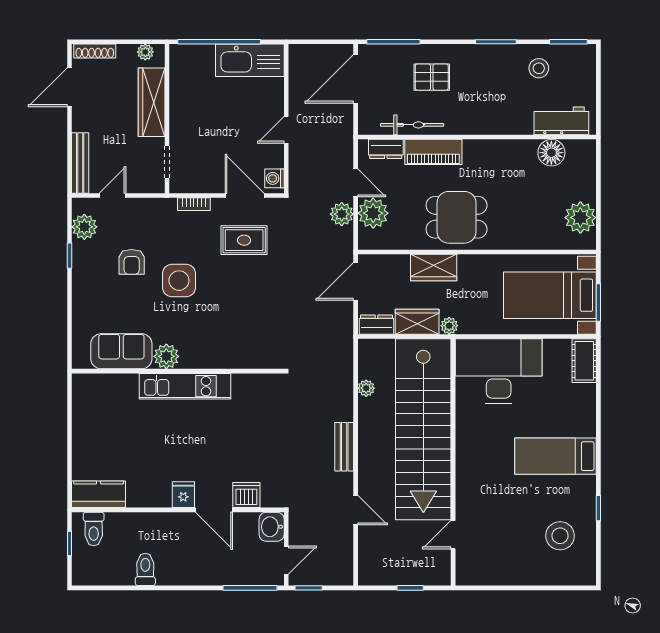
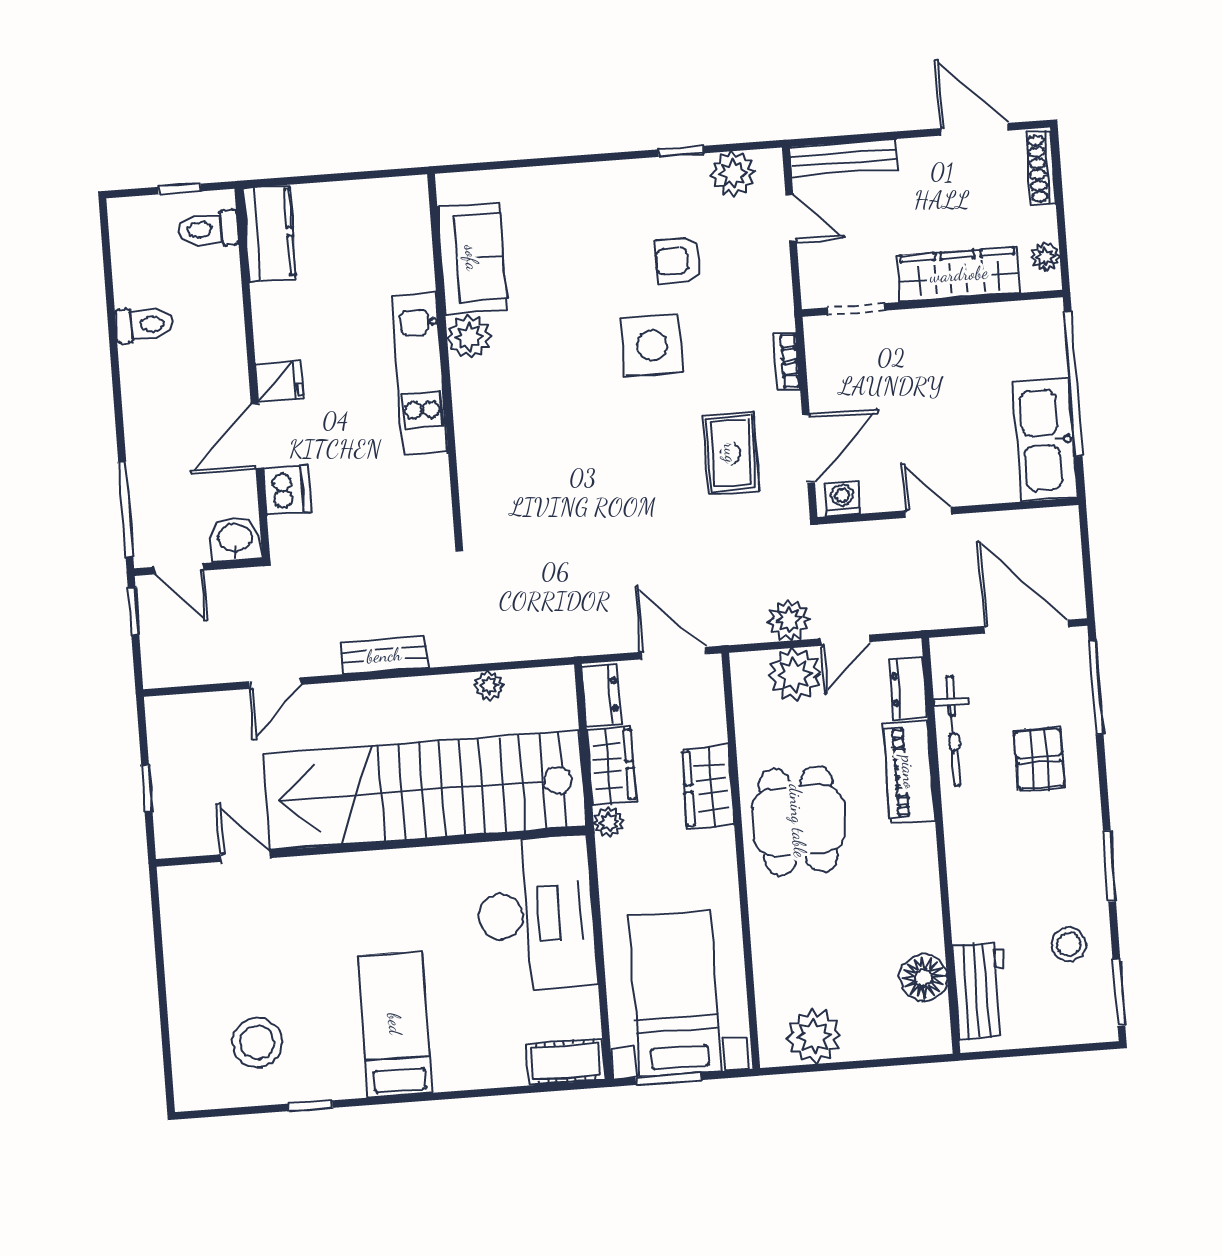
sofa: (121, 351) -> (472, 258), moved
plant: (166, 356) -> (469, 337), moved
wall: (178, 371) -> (445, 359), moved
kitchen unit: (185, 386) -> (420, 373), moved

